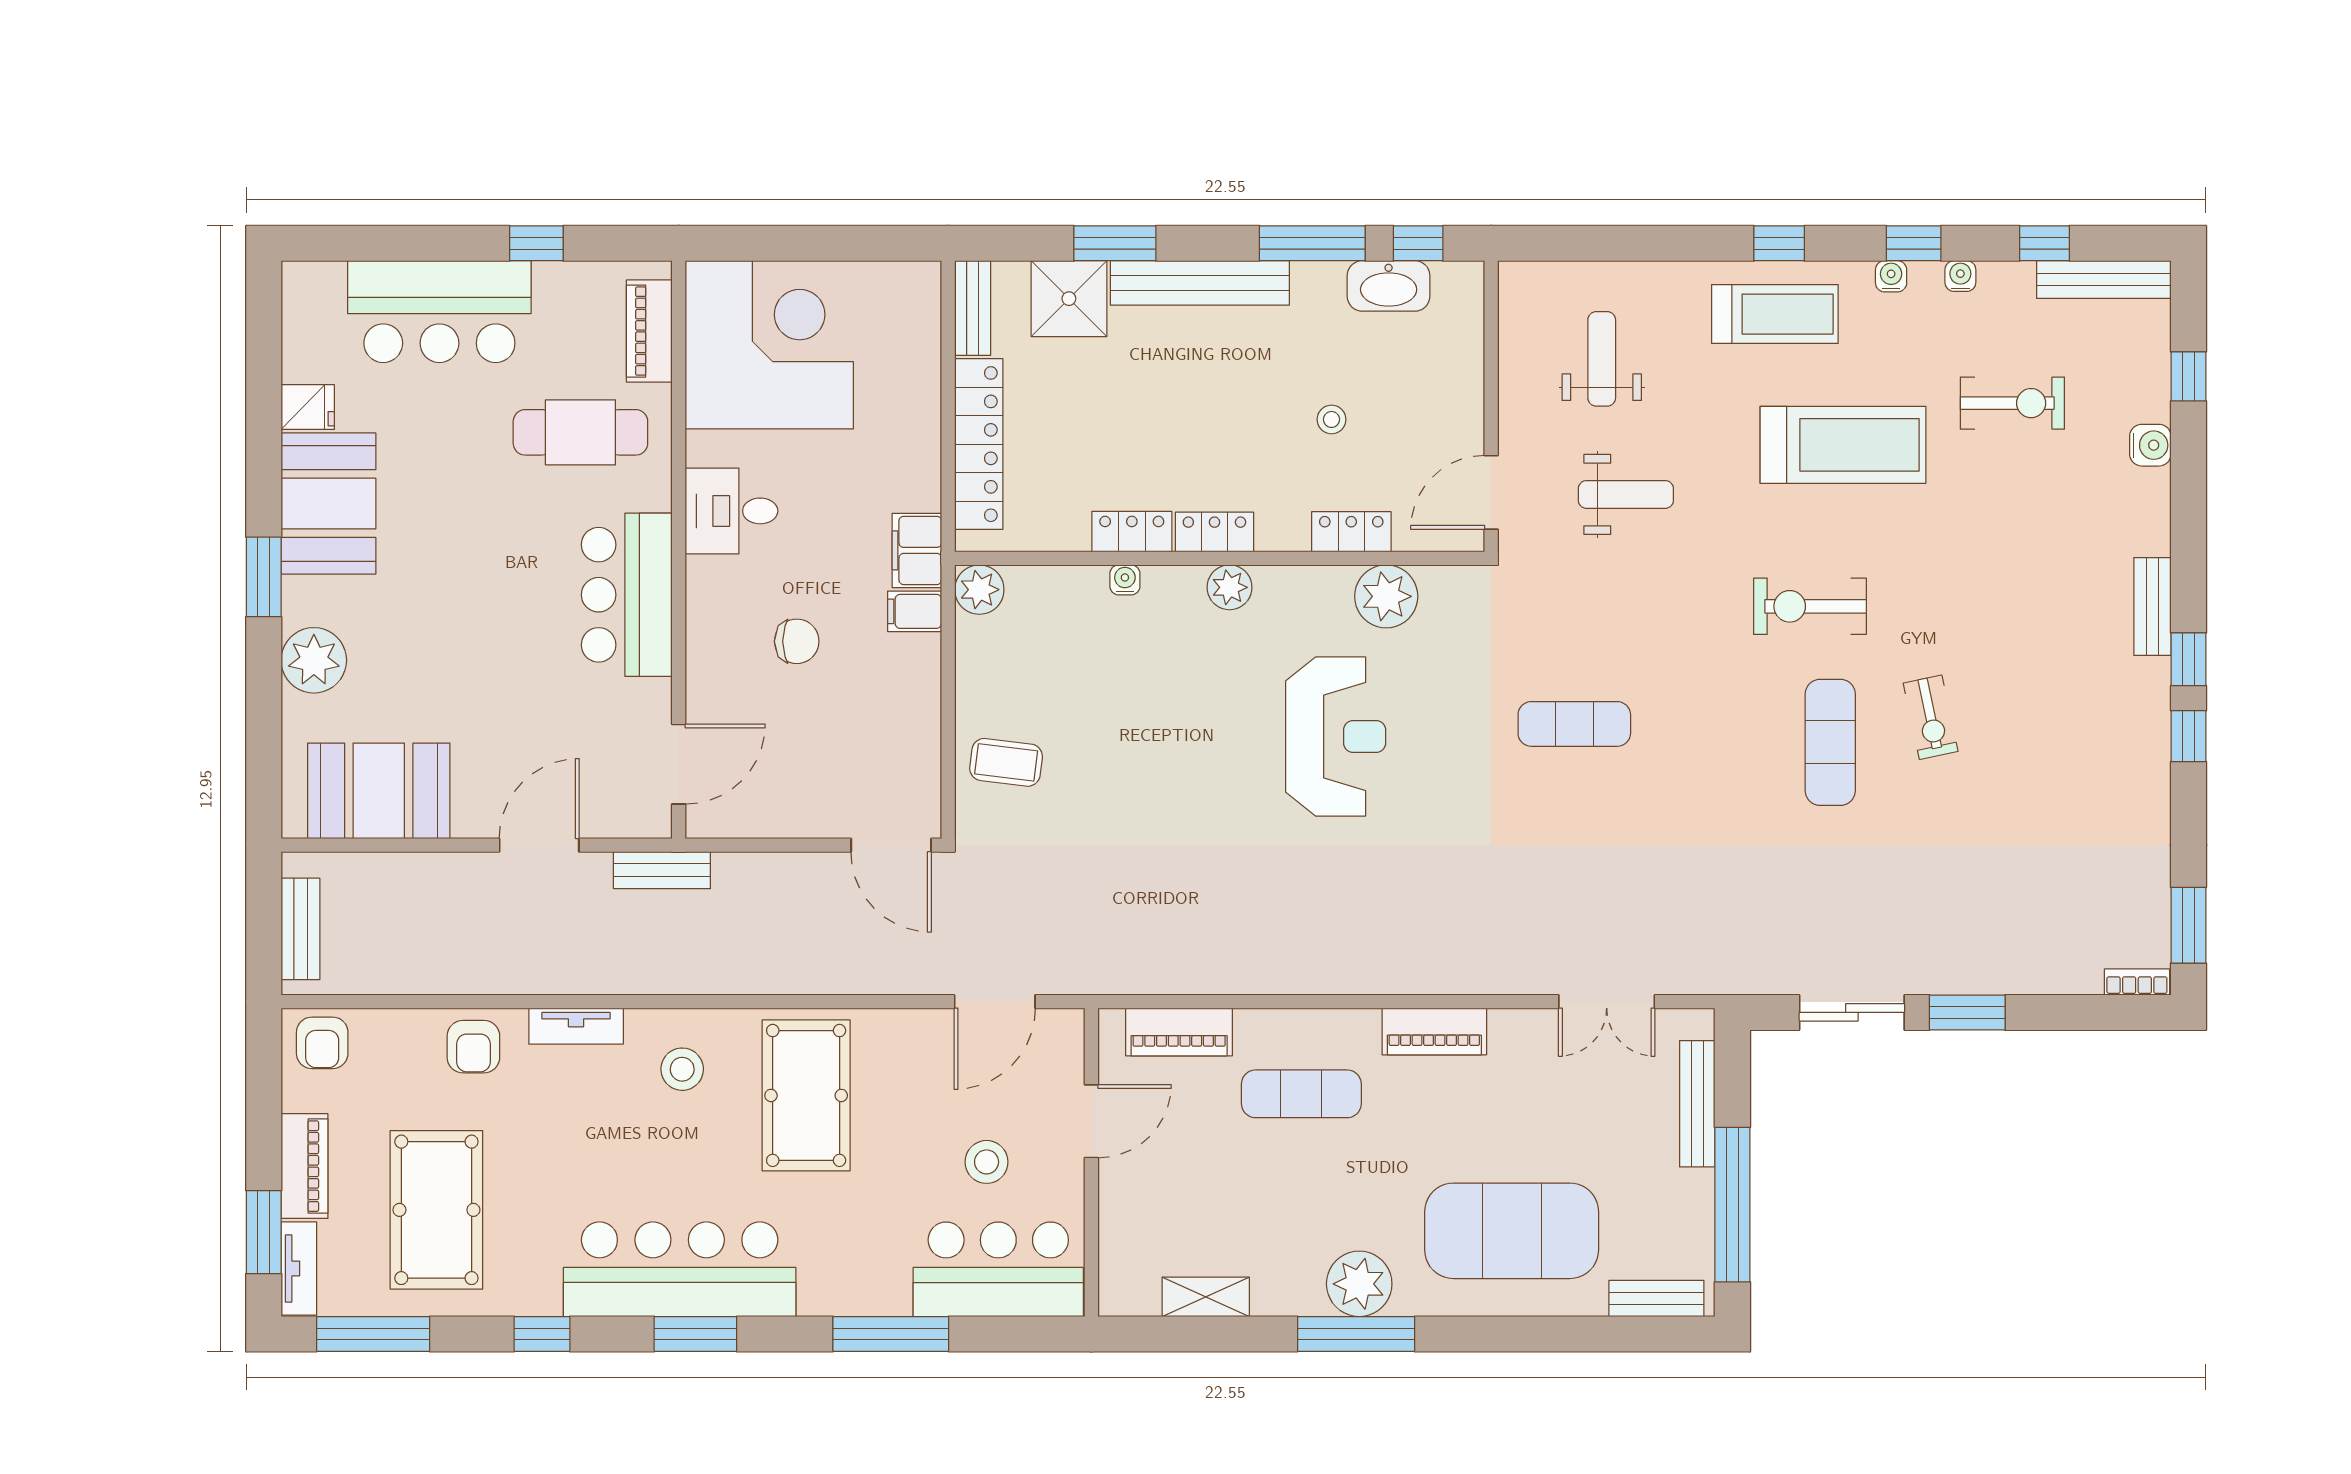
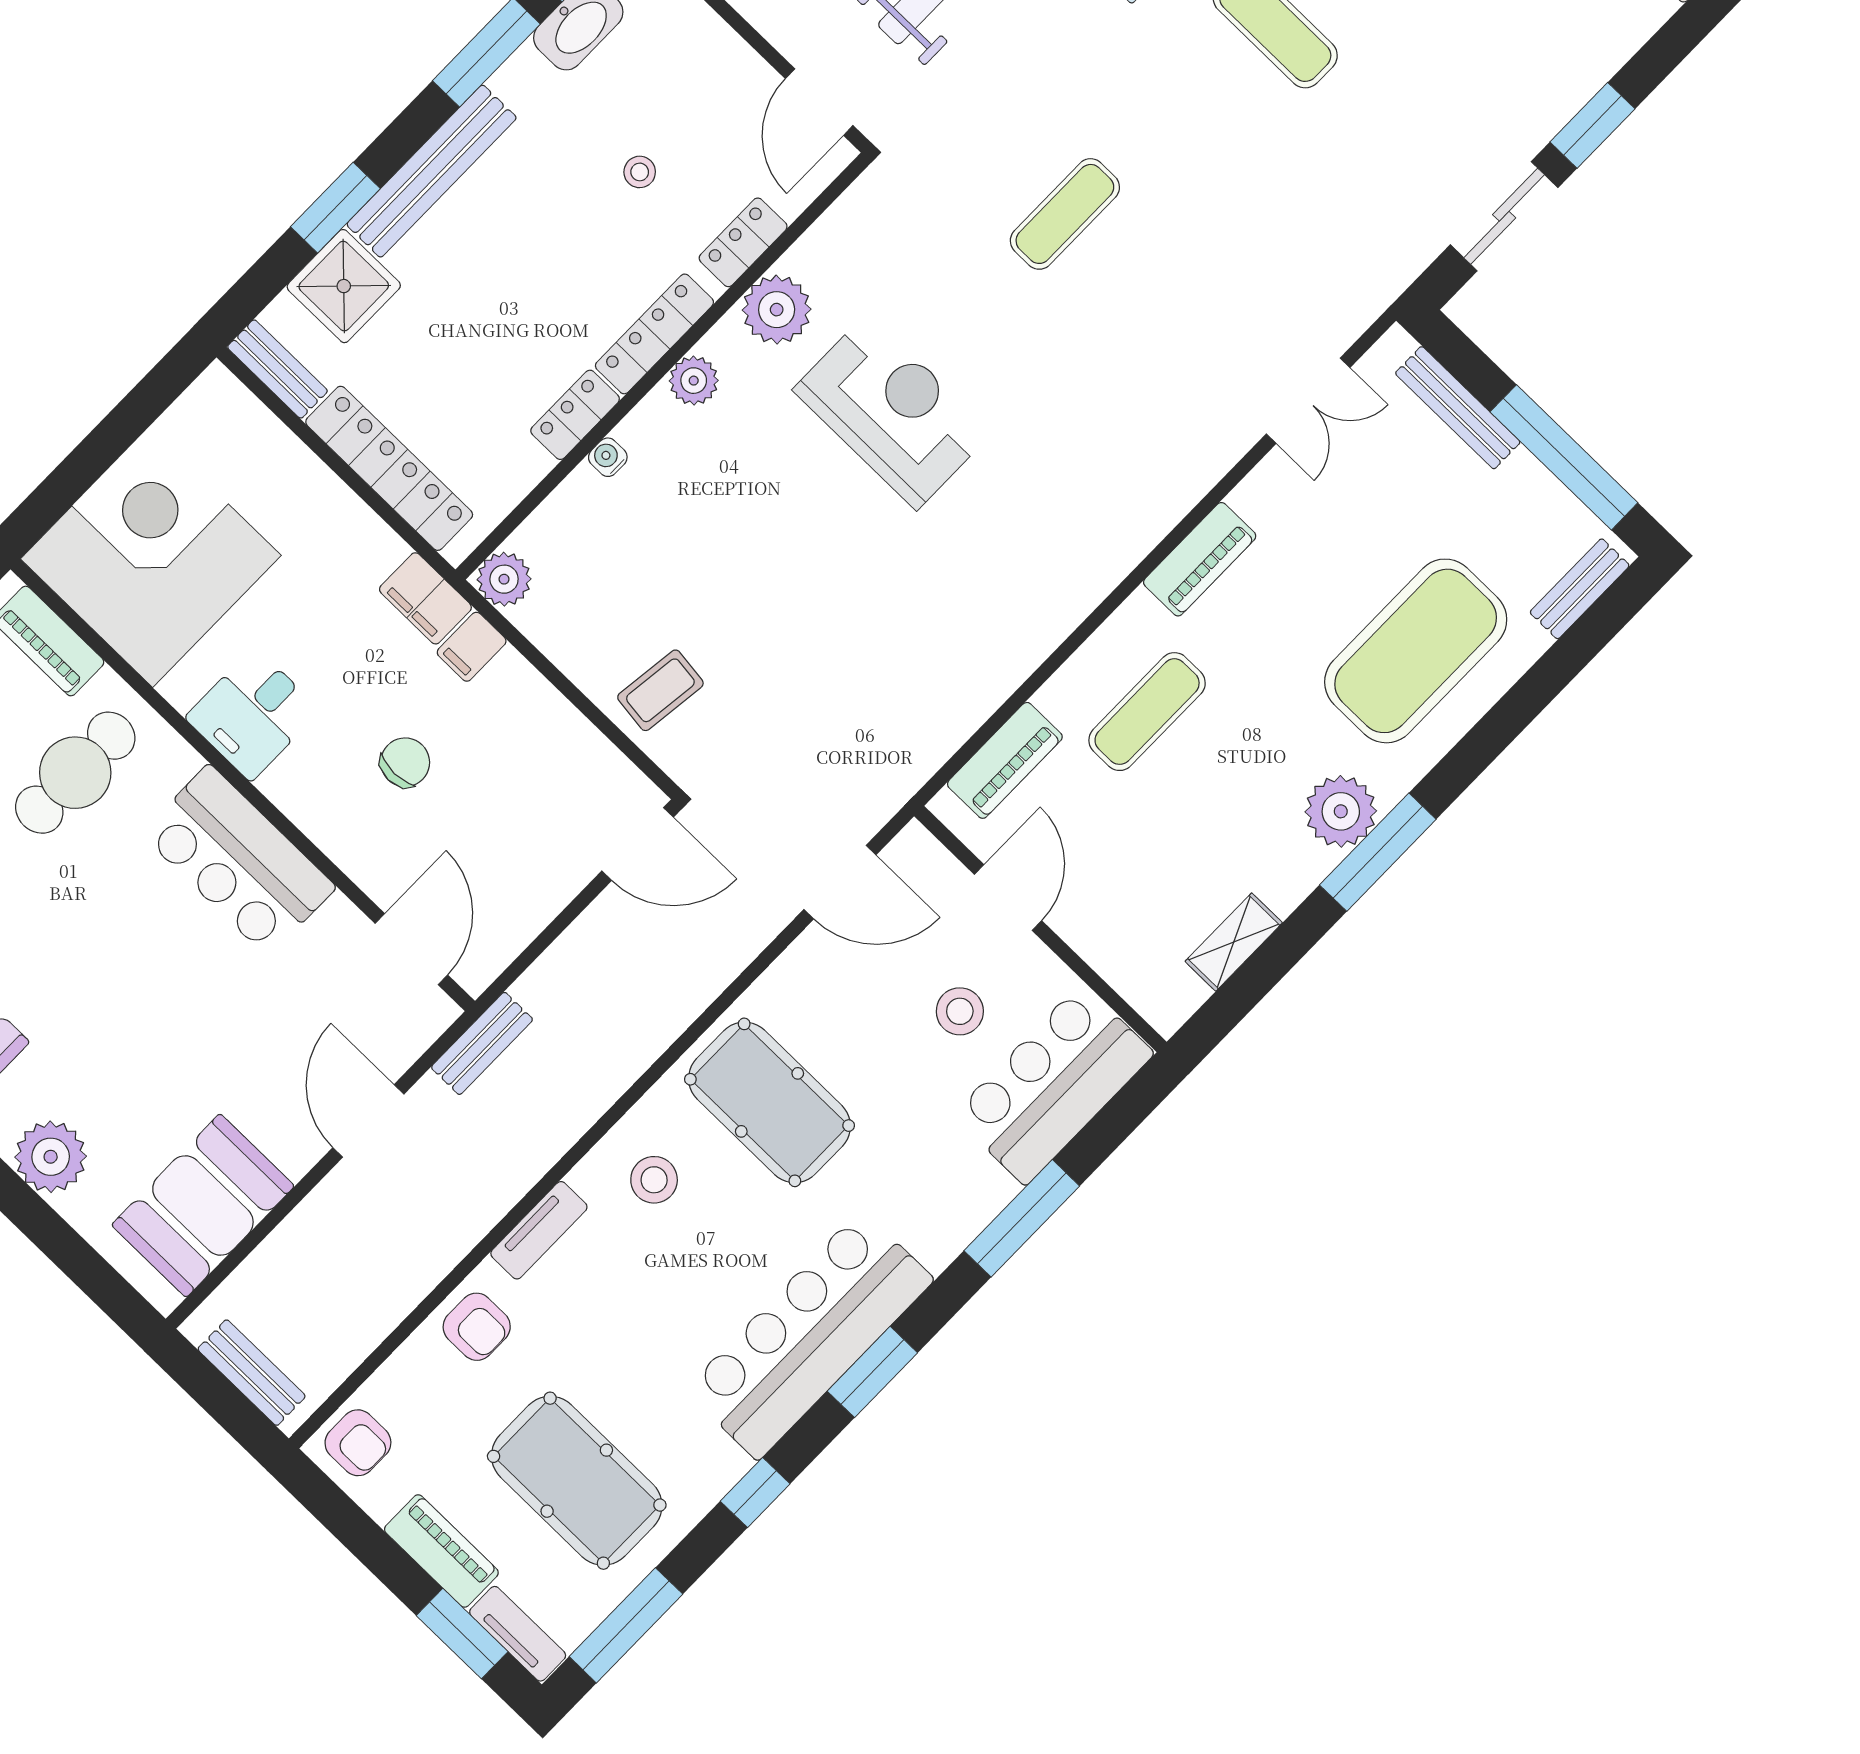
locker: (1214, 532) -> (654, 334), width x1.53
plant: (1386, 596) -> (777, 310), moved
door: (995, 1002) -> (840, 882), hinge flipped

